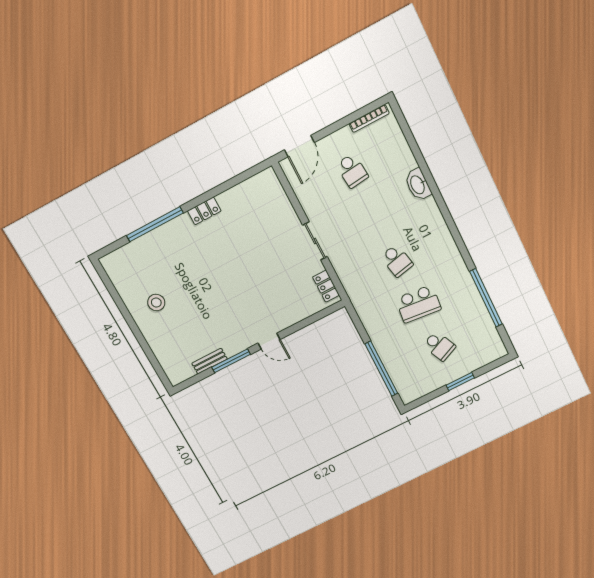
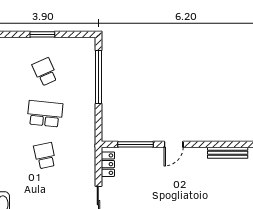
door: (269, 341) -> (174, 144), swing flipped
bench: (210, 361) -> (228, 153), width x1.36
window: (231, 361) -> (135, 144), moved

